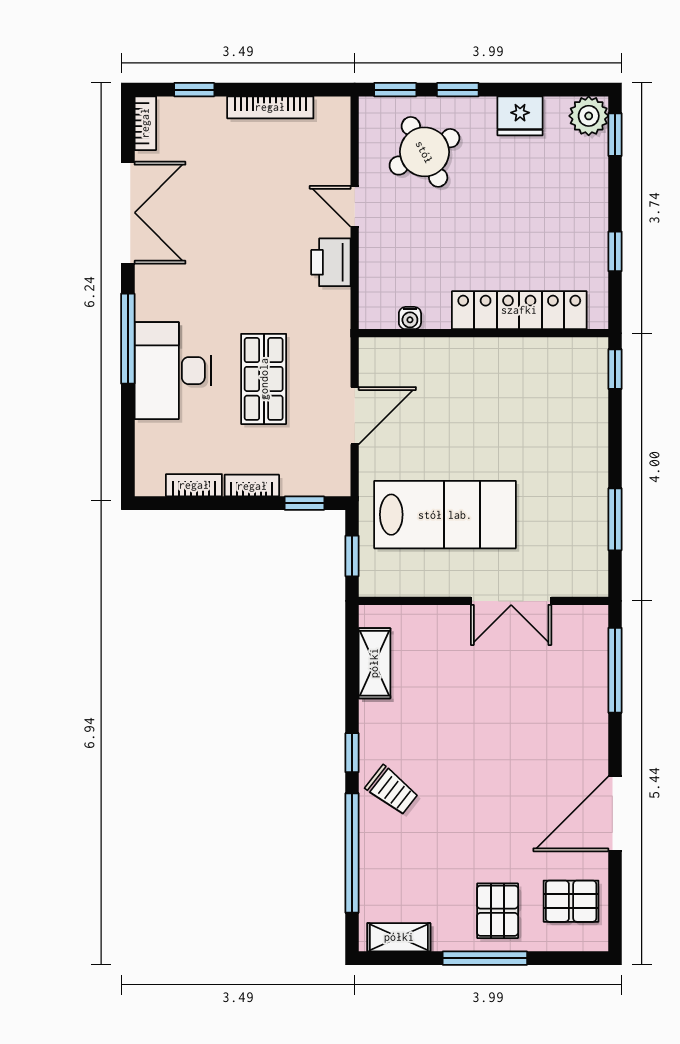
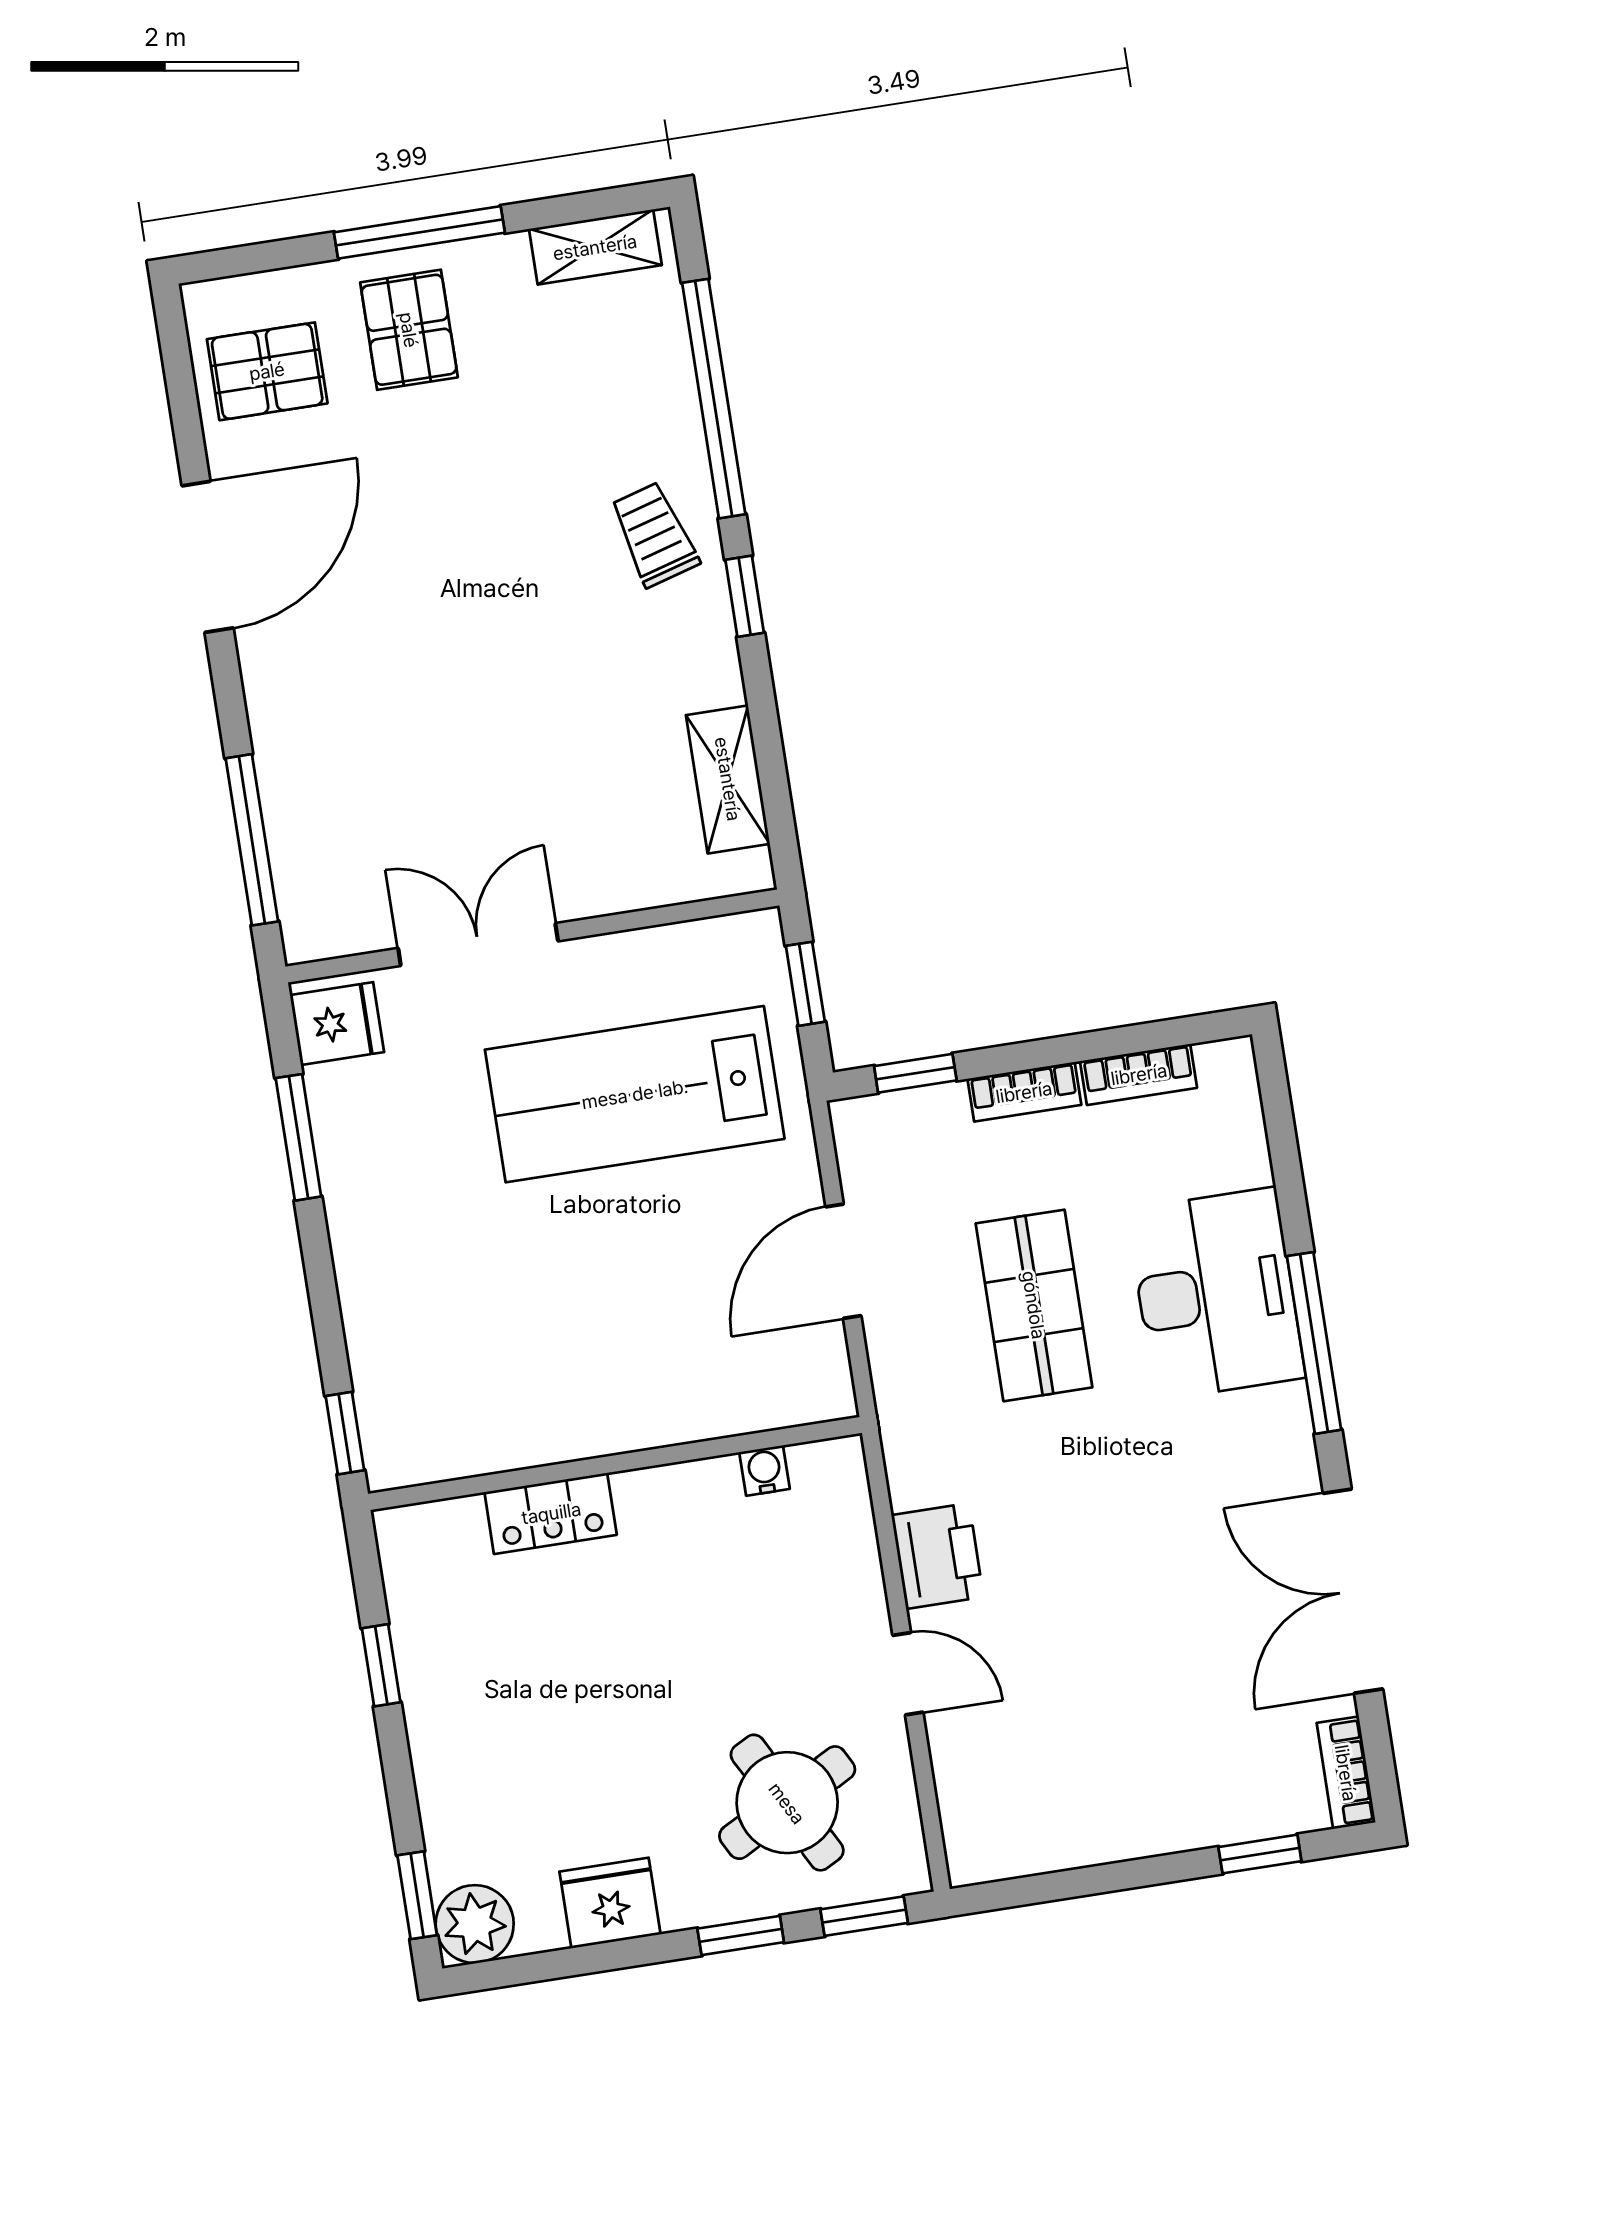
bookcase: (270, 107) -> (1105, 1843), removed
locker: (519, 310) -> (551, 1513), width x0.46, depth x0.83
fridge: (587, 573) -> (337, 1024), added
trolley: (392, 790) -> (654, 534), turned 36

